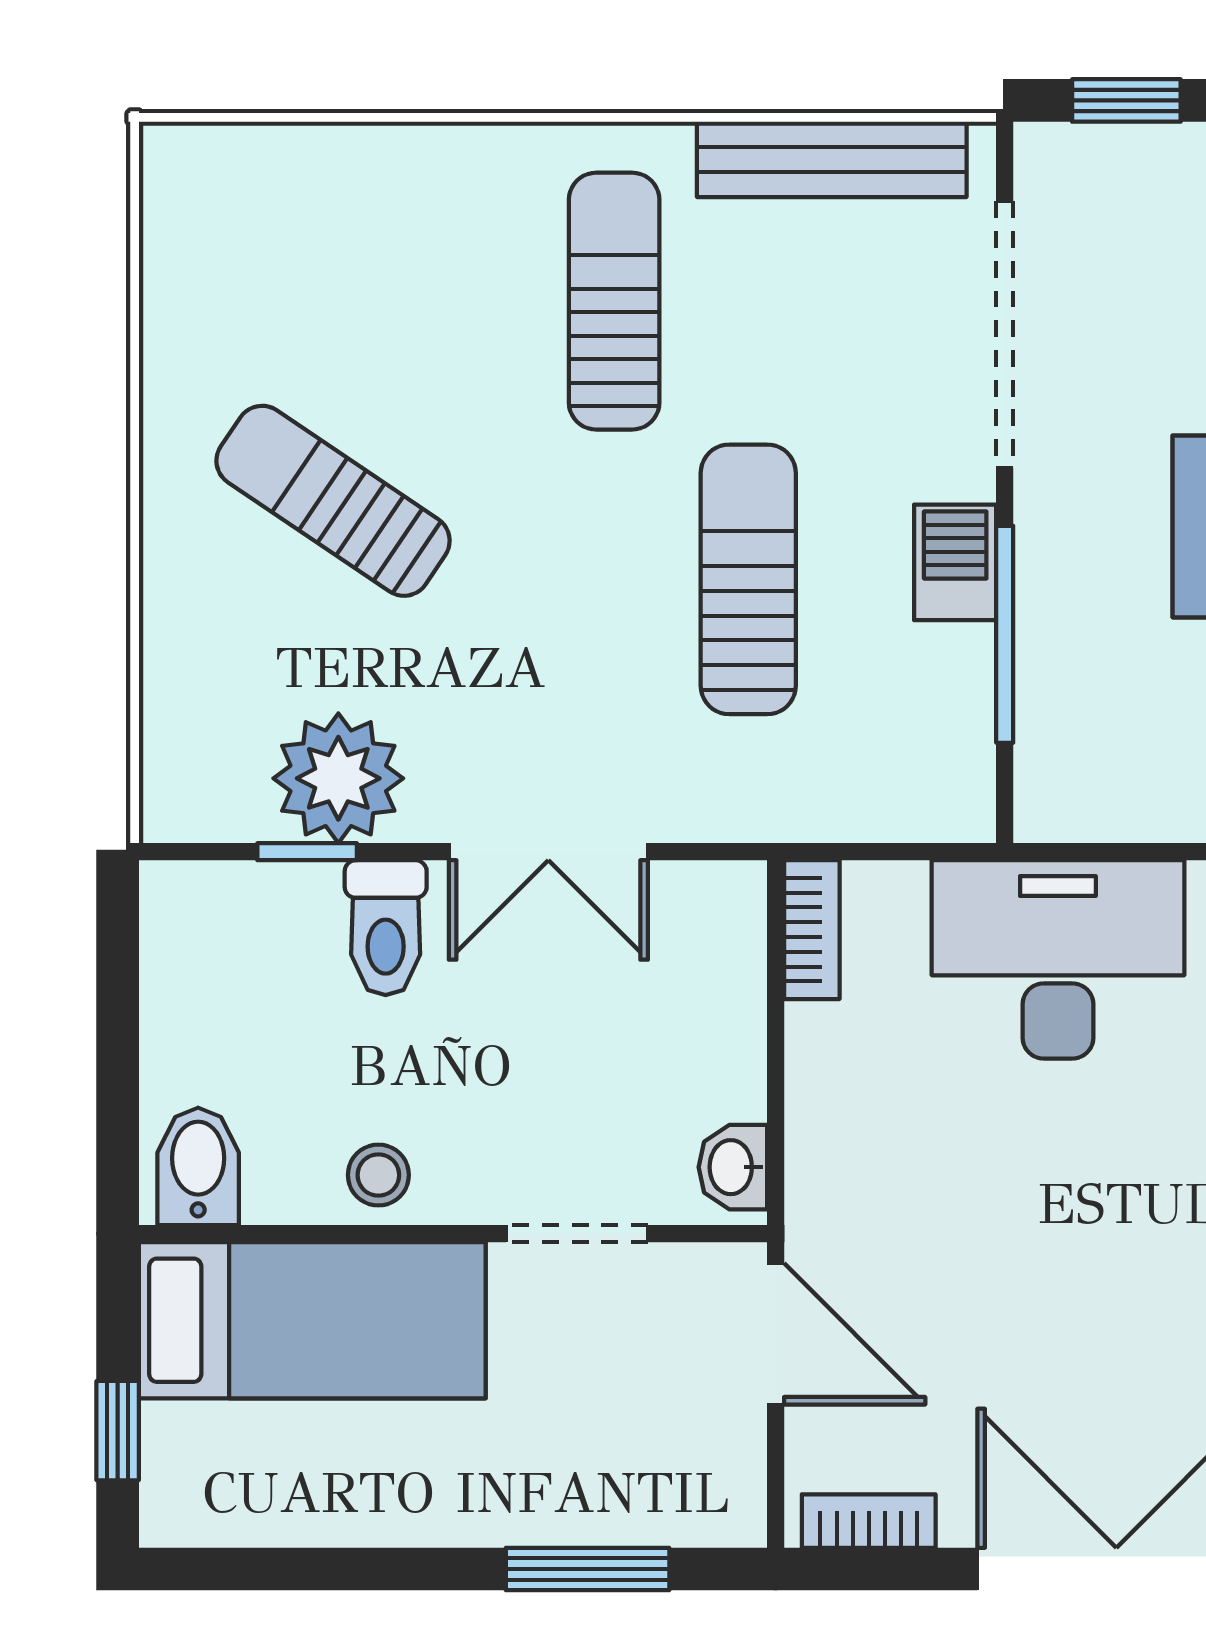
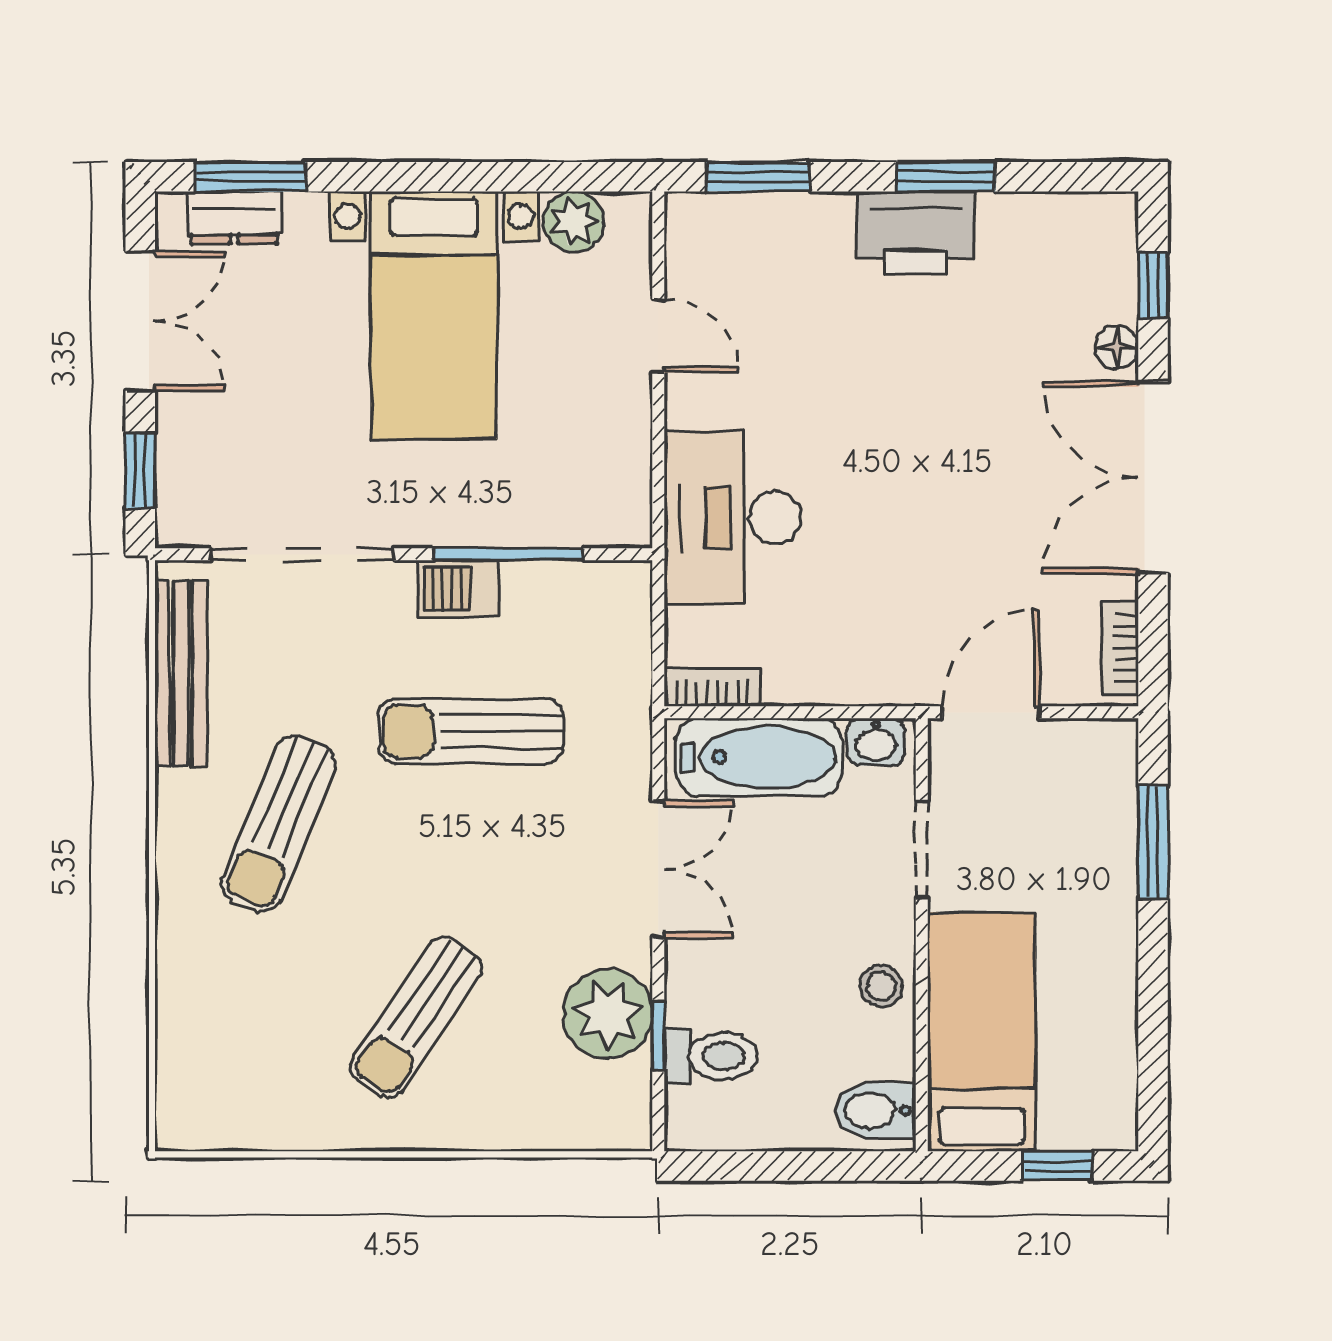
sun lounger: (614, 301) -> (279, 824), turned -67
toilet: (386, 928) -> (711, 1056), moved
bathtub: (710, 998) -> (759, 757), added

